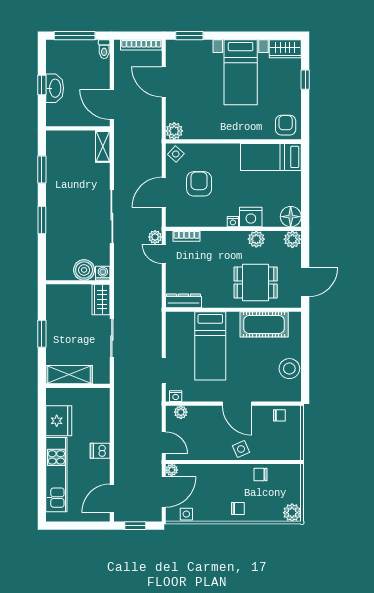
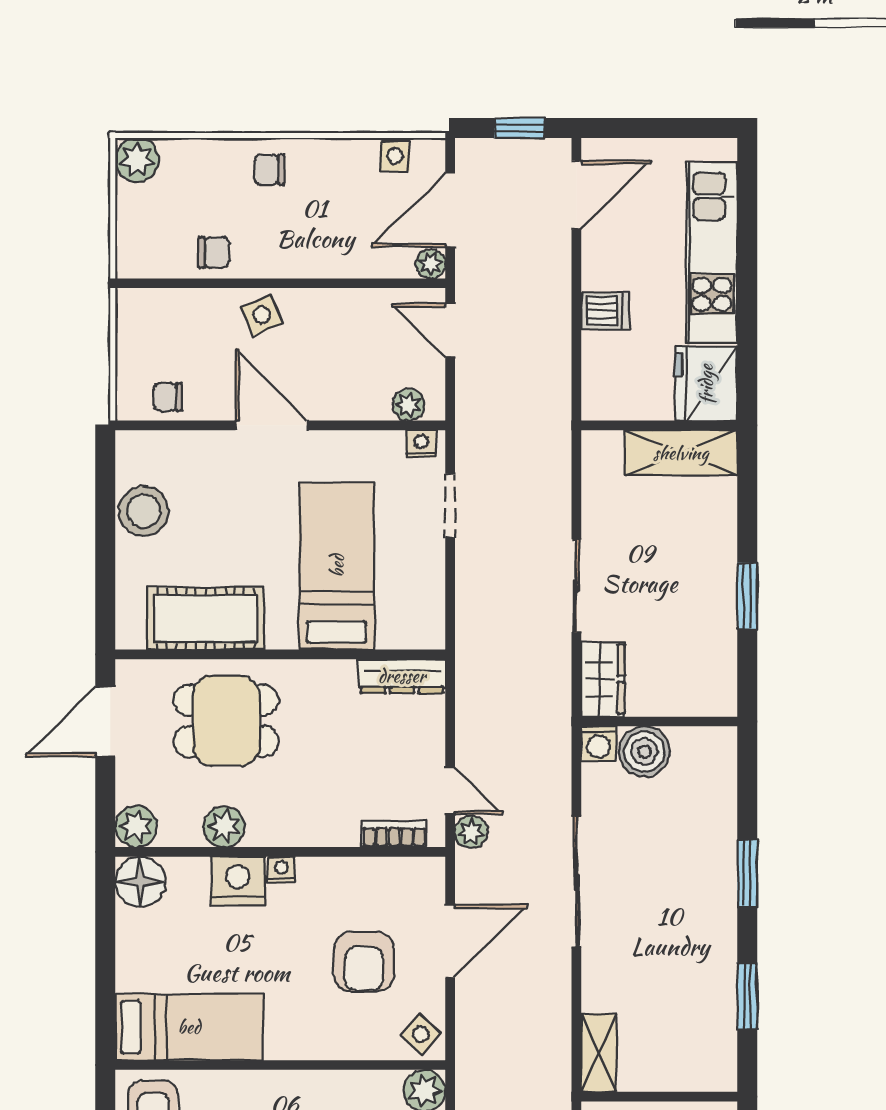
shelving: (69, 375) -> (681, 453), moved
wall: (78, 386) -> (659, 425), moved

